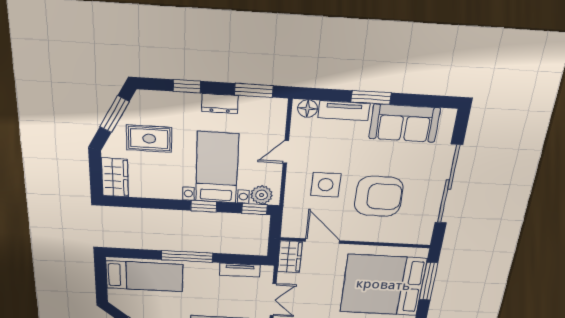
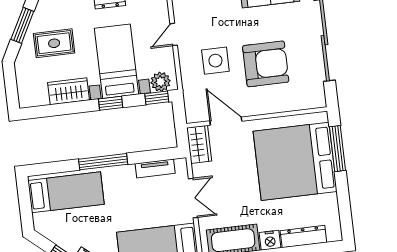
wardrobe: (115, 178) -> (69, 91), moved, turned -90

